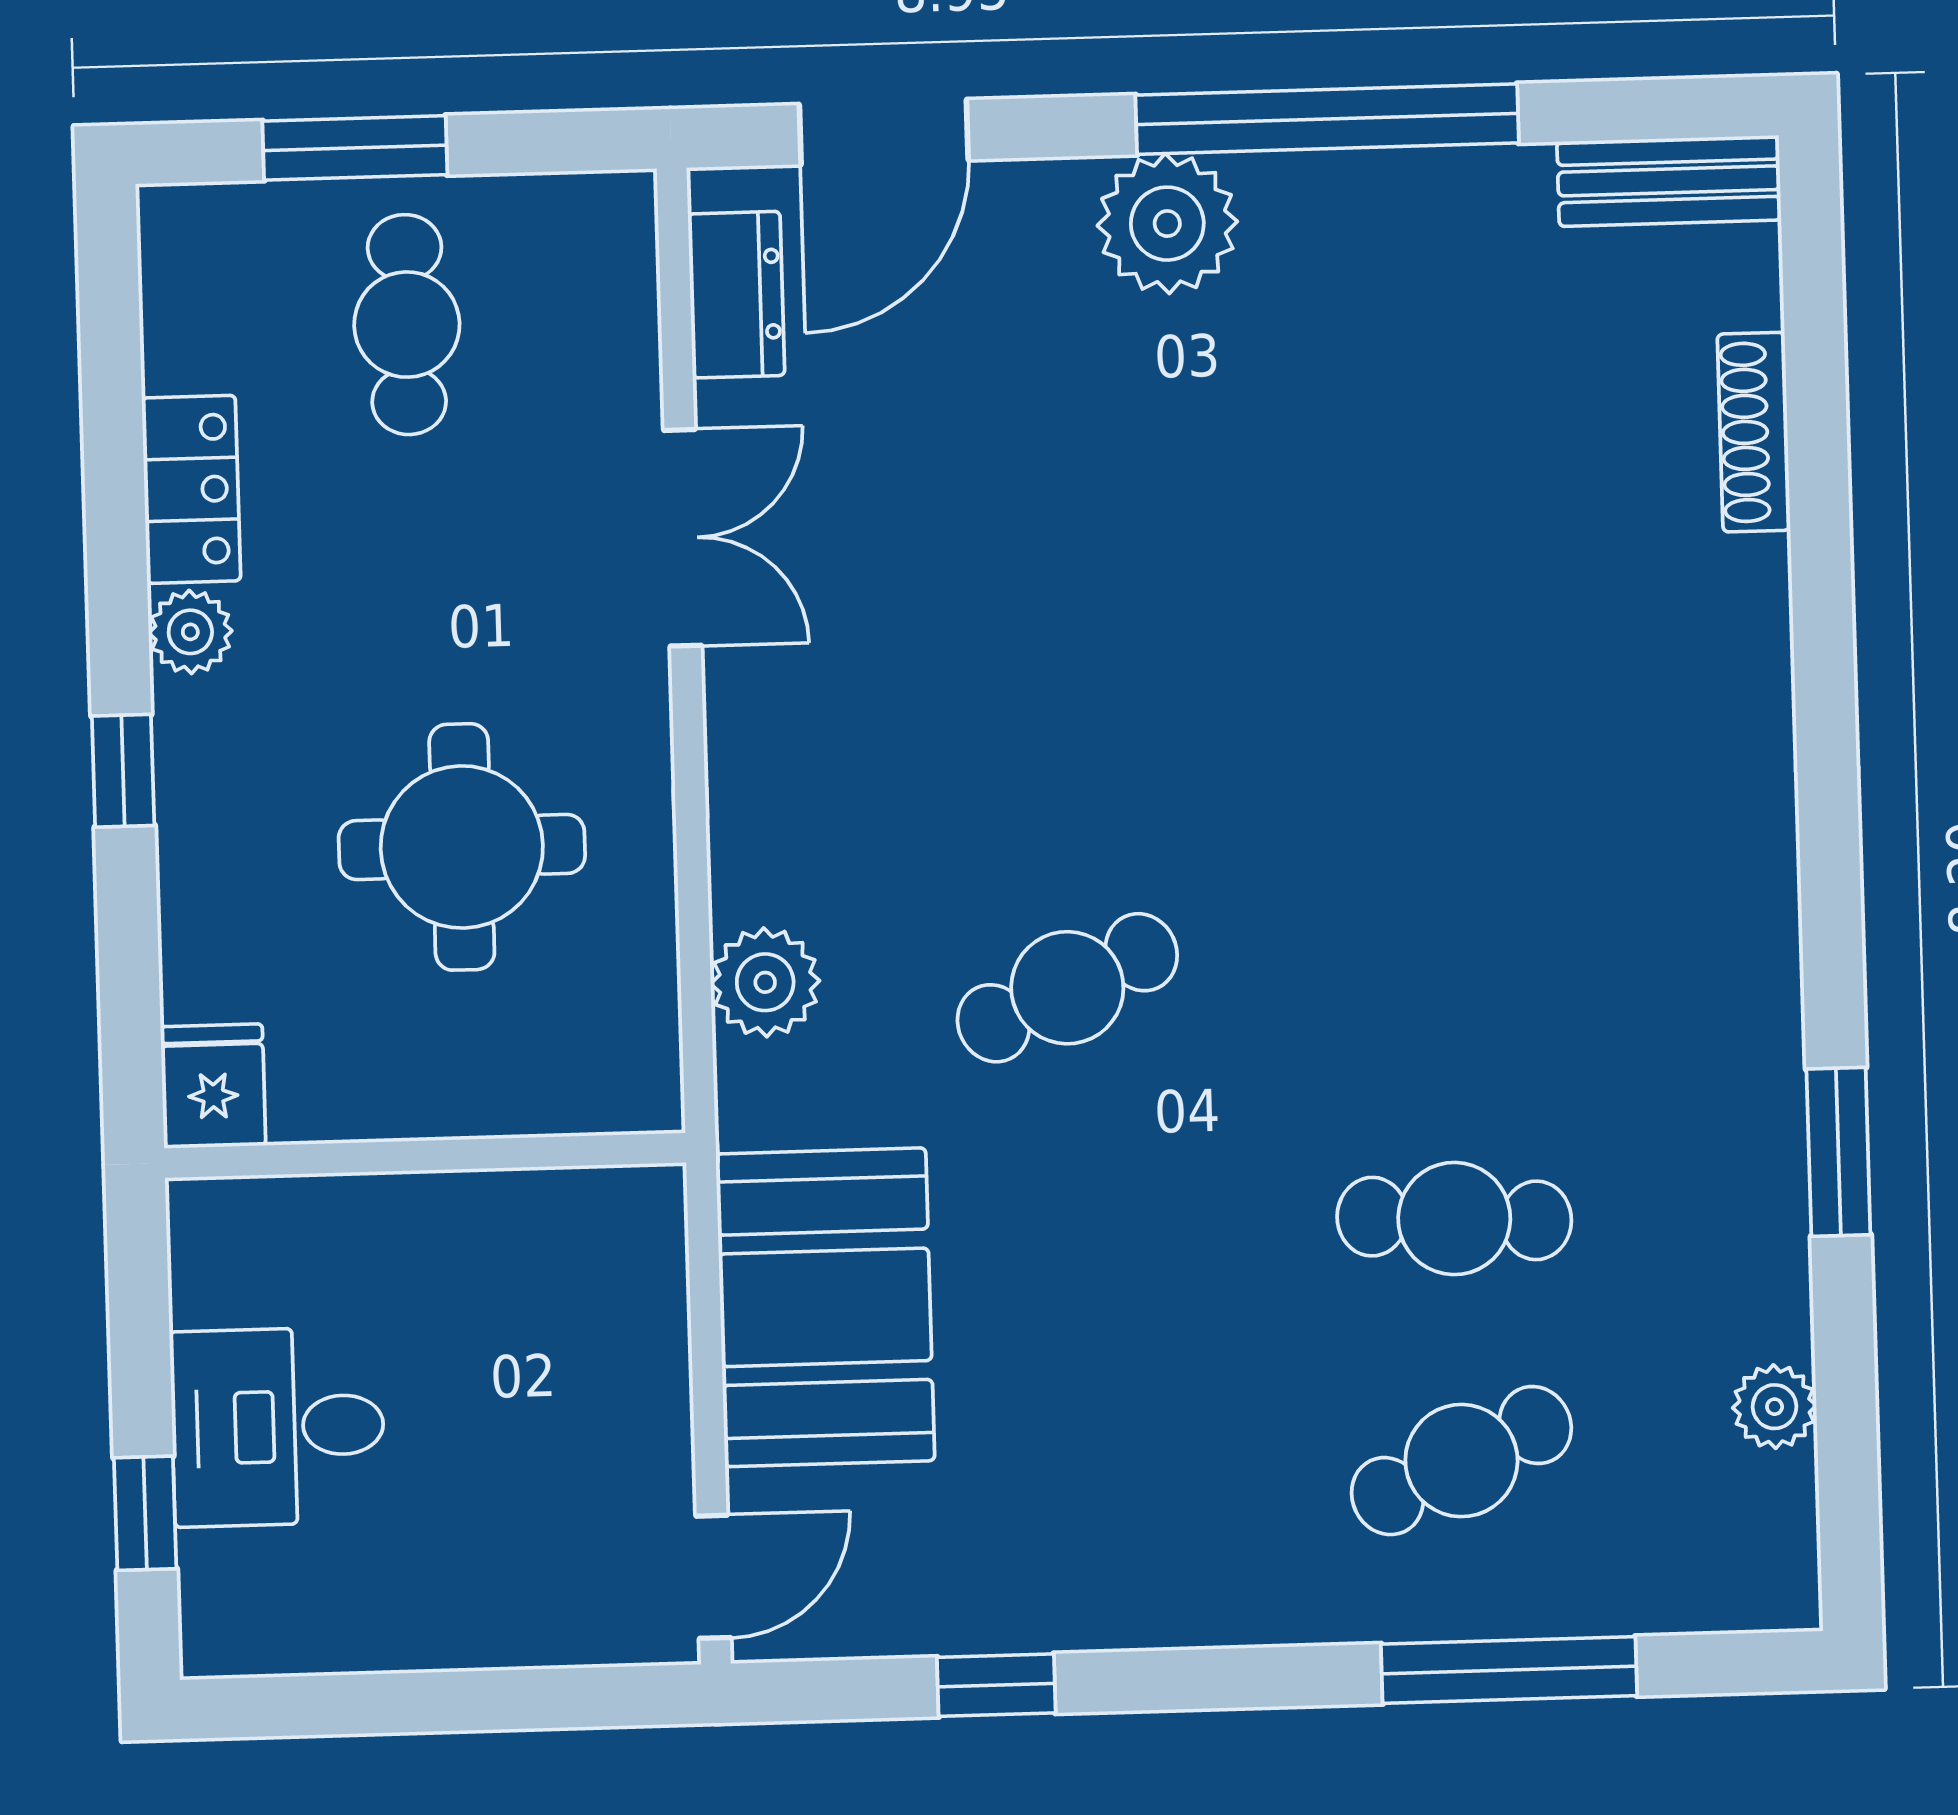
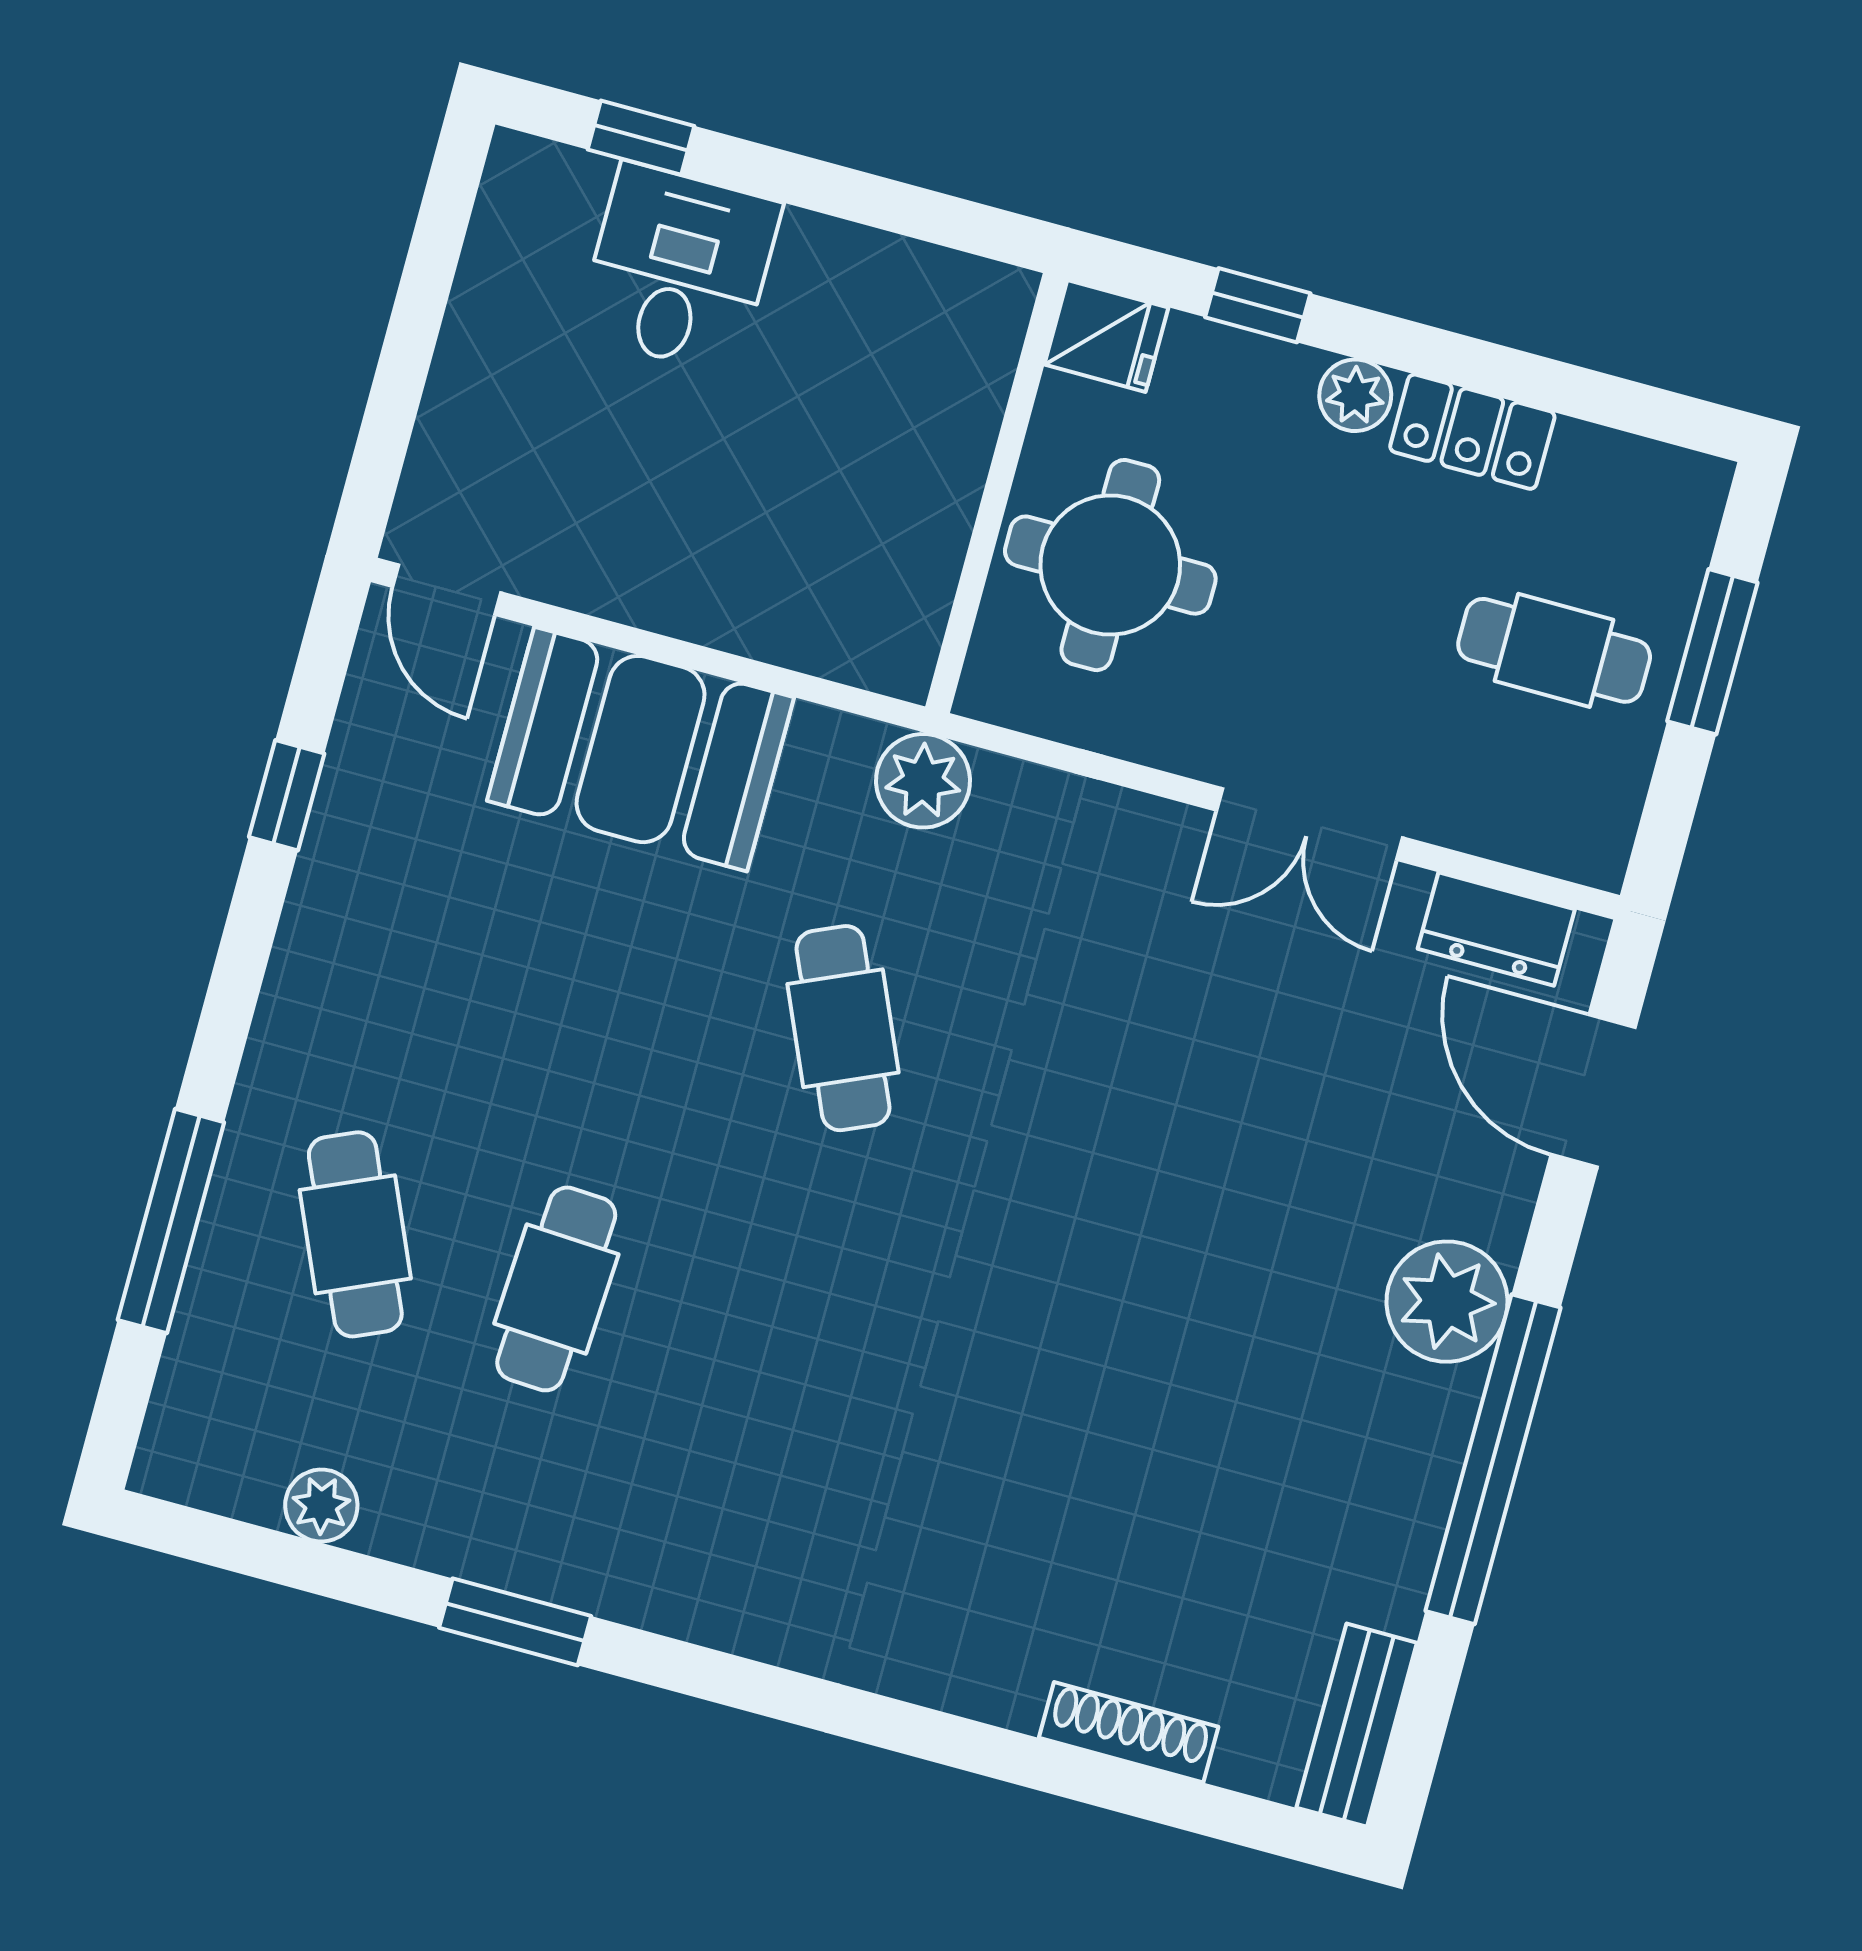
fridge: (213, 1086) -> (1106, 336), moved
wall: (425, 1155) -> (996, 493), moved

